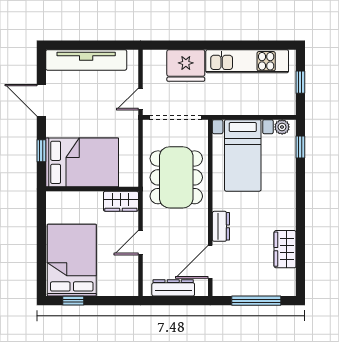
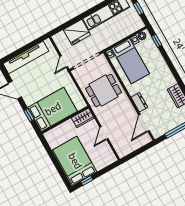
dining table: (176, 177) -> (103, 90), width x0.73
dresser: (173, 288) -> (133, 146), removed

